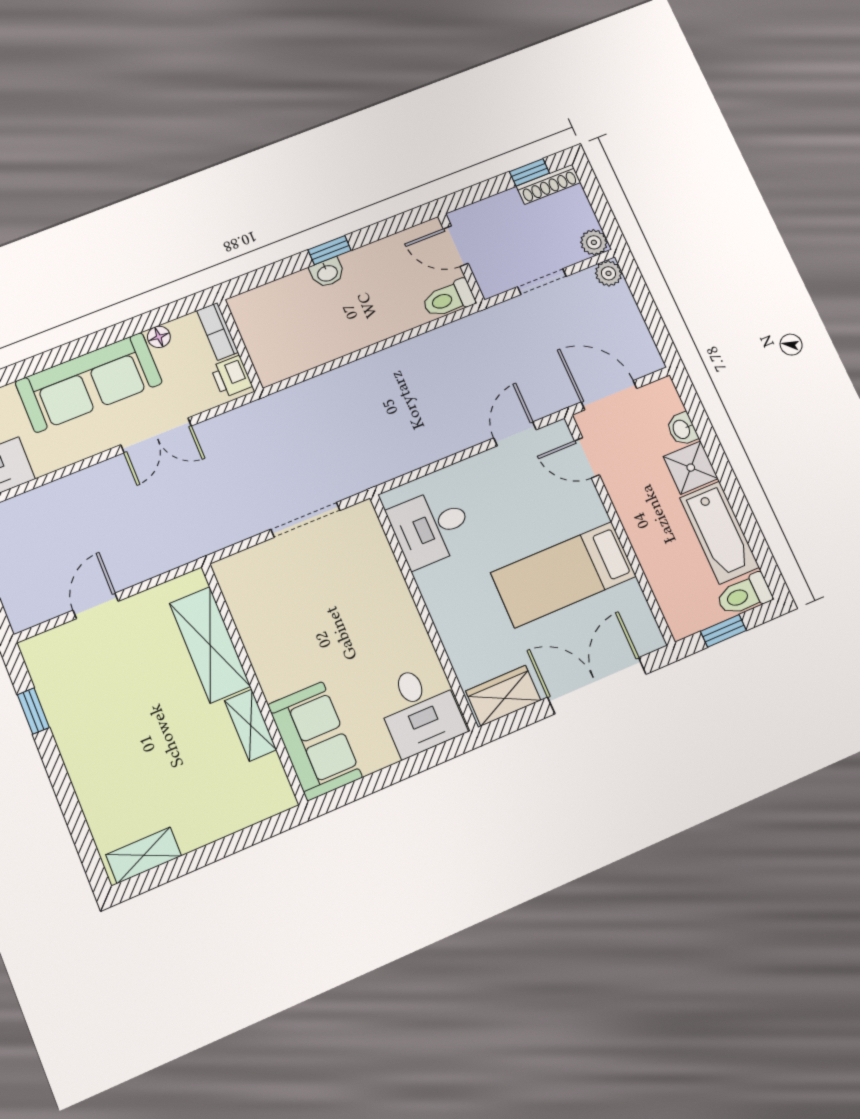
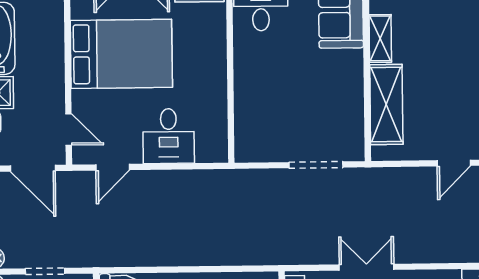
doorway: (305, 520) -> (316, 165), moved
desk: (431, 527) -> (169, 136), moved, turned 90
bed: (563, 575) -> (121, 54), width x1.50

